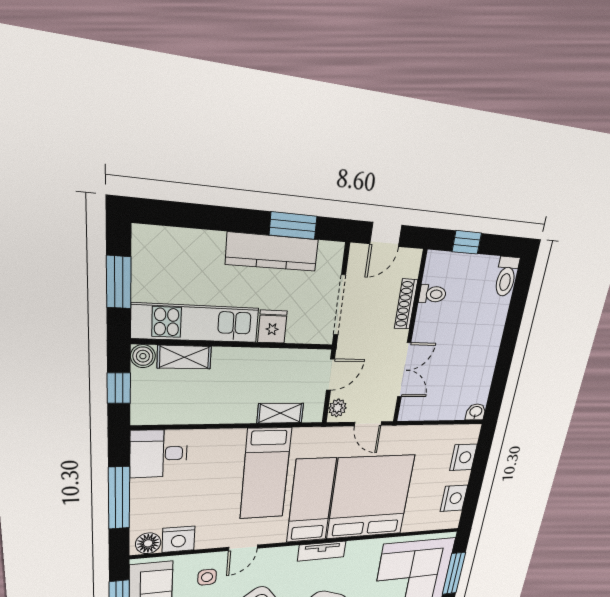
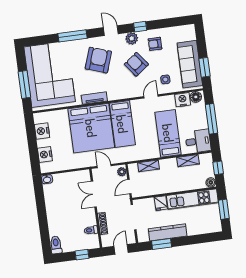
shelving: (184, 357) -> (188, 161), moved
bed: (266, 474) -> (168, 133), moved
tv unit: (322, 551) -> (94, 98), moved

